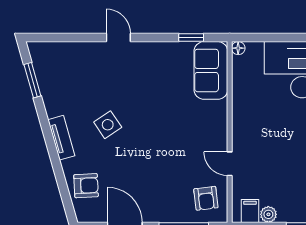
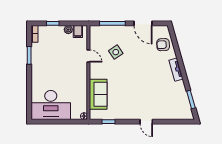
sofa: (211, 70) -> (98, 94), moved
side table: (108, 125) -> (116, 52), moved
armchair: (206, 198) -> (101, 38), removed

